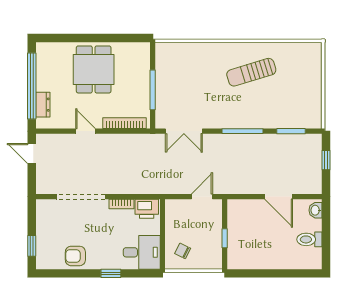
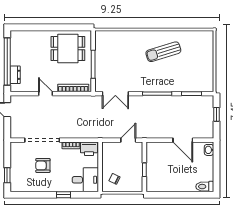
dining table: (94, 69) -> (68, 49), moved, turned 90
toilet: (309, 239) -> (205, 187), moved
armchair: (75, 256) -> (43, 165), moved

